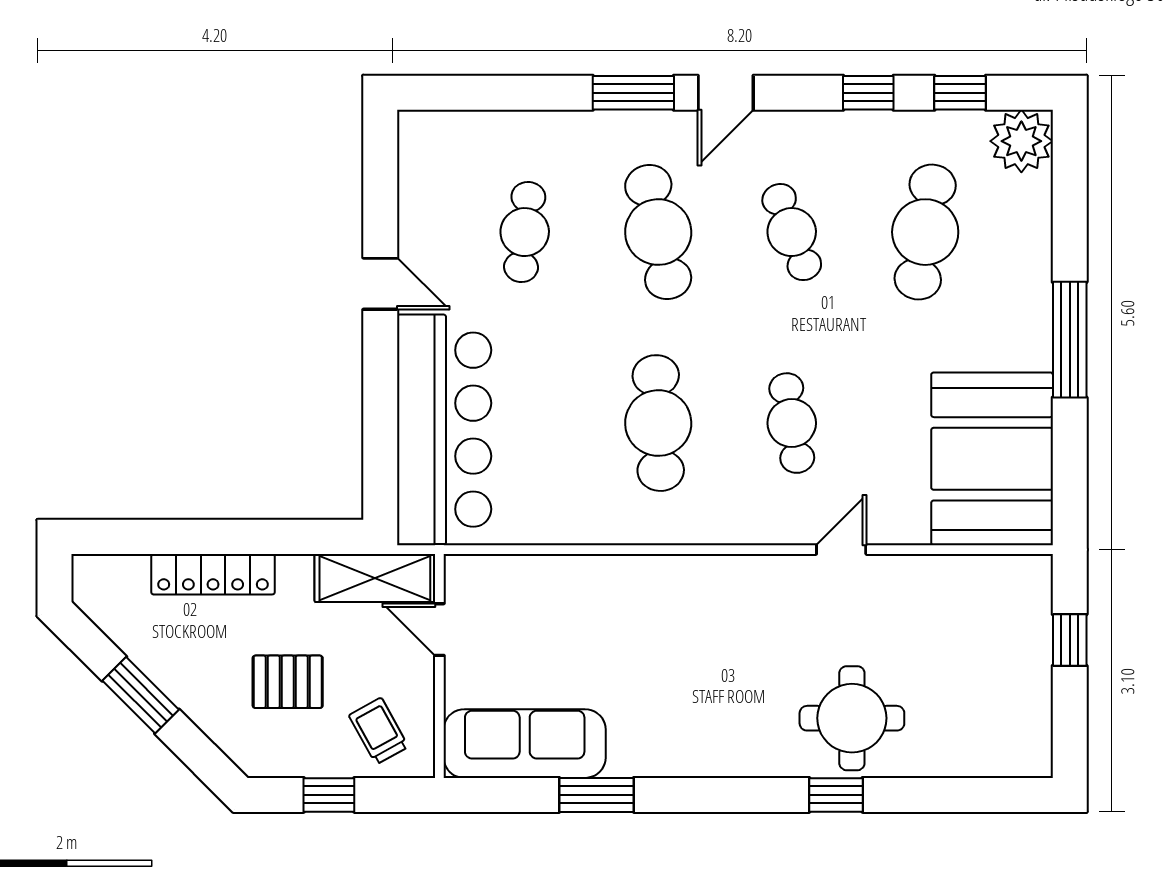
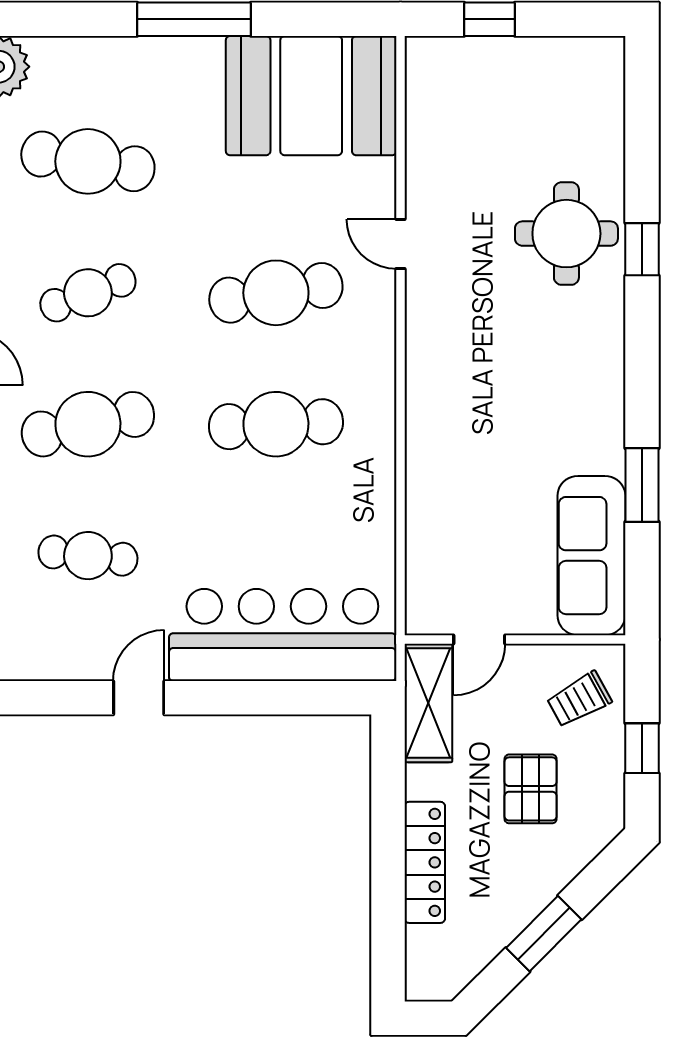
cafe table: (792, 423) -> (276, 293), width x1.37, depth x1.35

